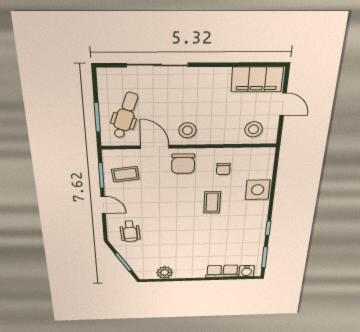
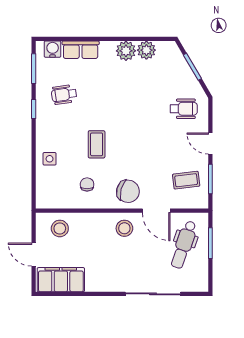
chair: (183, 164) -> (128, 191), turned 105
side table: (258, 190) -> (50, 159), width x0.54, depth x0.54
wheelchair: (130, 231) -> (184, 109), turned 94
wheelchair: (239, 239) -> (64, 95), added
plant: (183, 272) -> (126, 51), added

